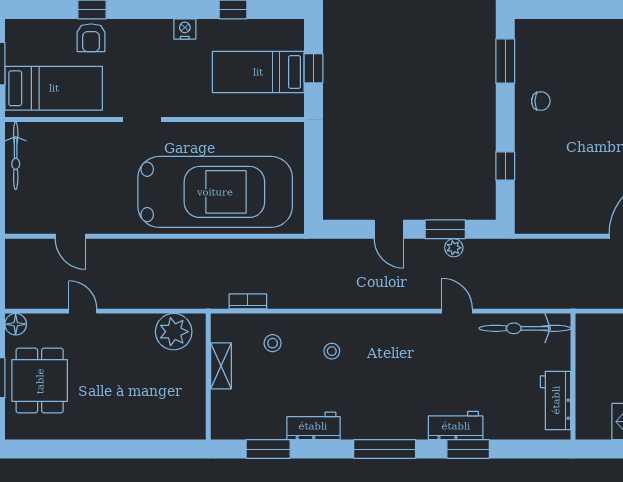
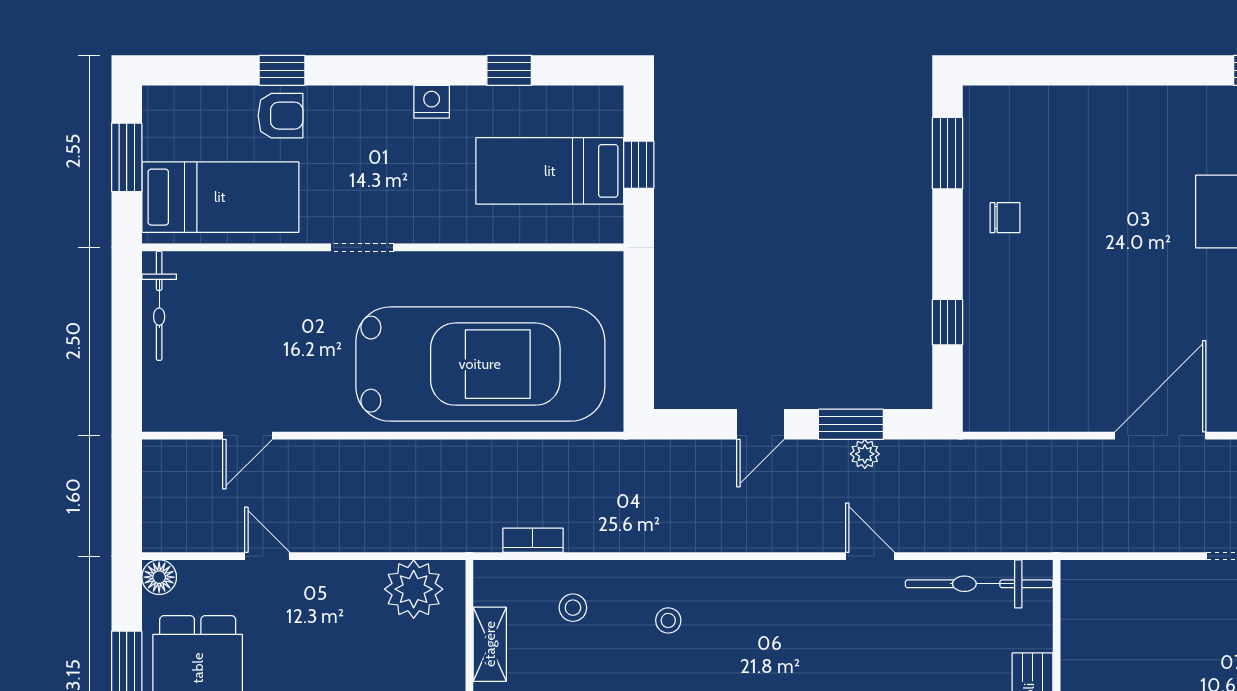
armchair: (91, 38) -> (280, 116), turned -90
door: (389, 229) -> (760, 424), hinge flipped
door: (71, 236) -> (247, 436), hinge flipped

